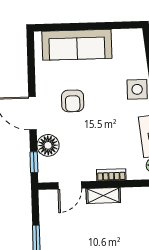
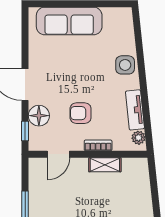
armchair: (73, 101) -> (81, 113), moved, turned 90
shelving: (103, 196) -> (105, 165), moved

